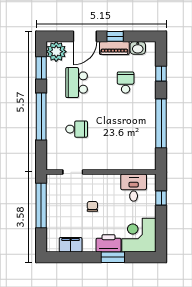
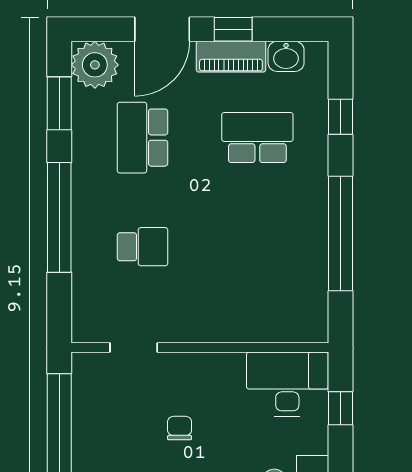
school desk: (126, 83) -> (257, 138), width x1.85
desk: (134, 188) -> (287, 384), width x1.37

